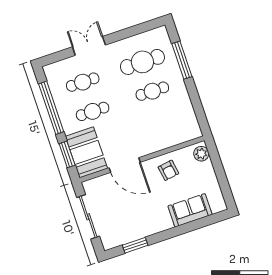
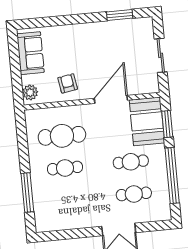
cafe table: (142, 62) -> (62, 136), moved
door: (125, 165) -> (111, 99), hinge flipped
sofa: (190, 210) -> (30, 53), moved, turned -90
sliding door: (88, 217) -> (161, 55), width x0.73

